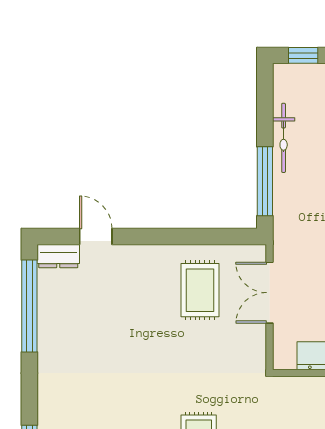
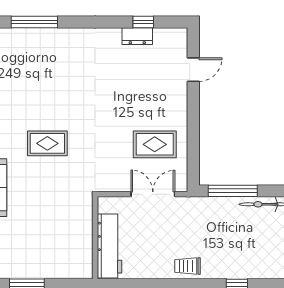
dresser: (58, 256) -> (137, 36), moved, turned -90
window: (29, 306) -> (143, 22), width x0.32

